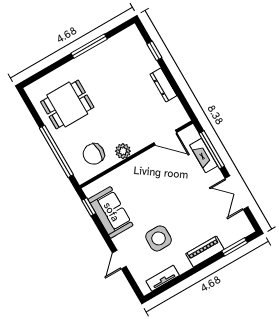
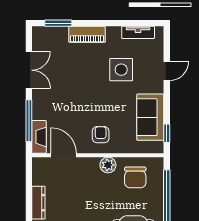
chair: (94, 154) -> (135, 177), turned 90
fireplace: (204, 155) -> (39, 137), moved
armchair: (144, 173) -> (101, 135), added

